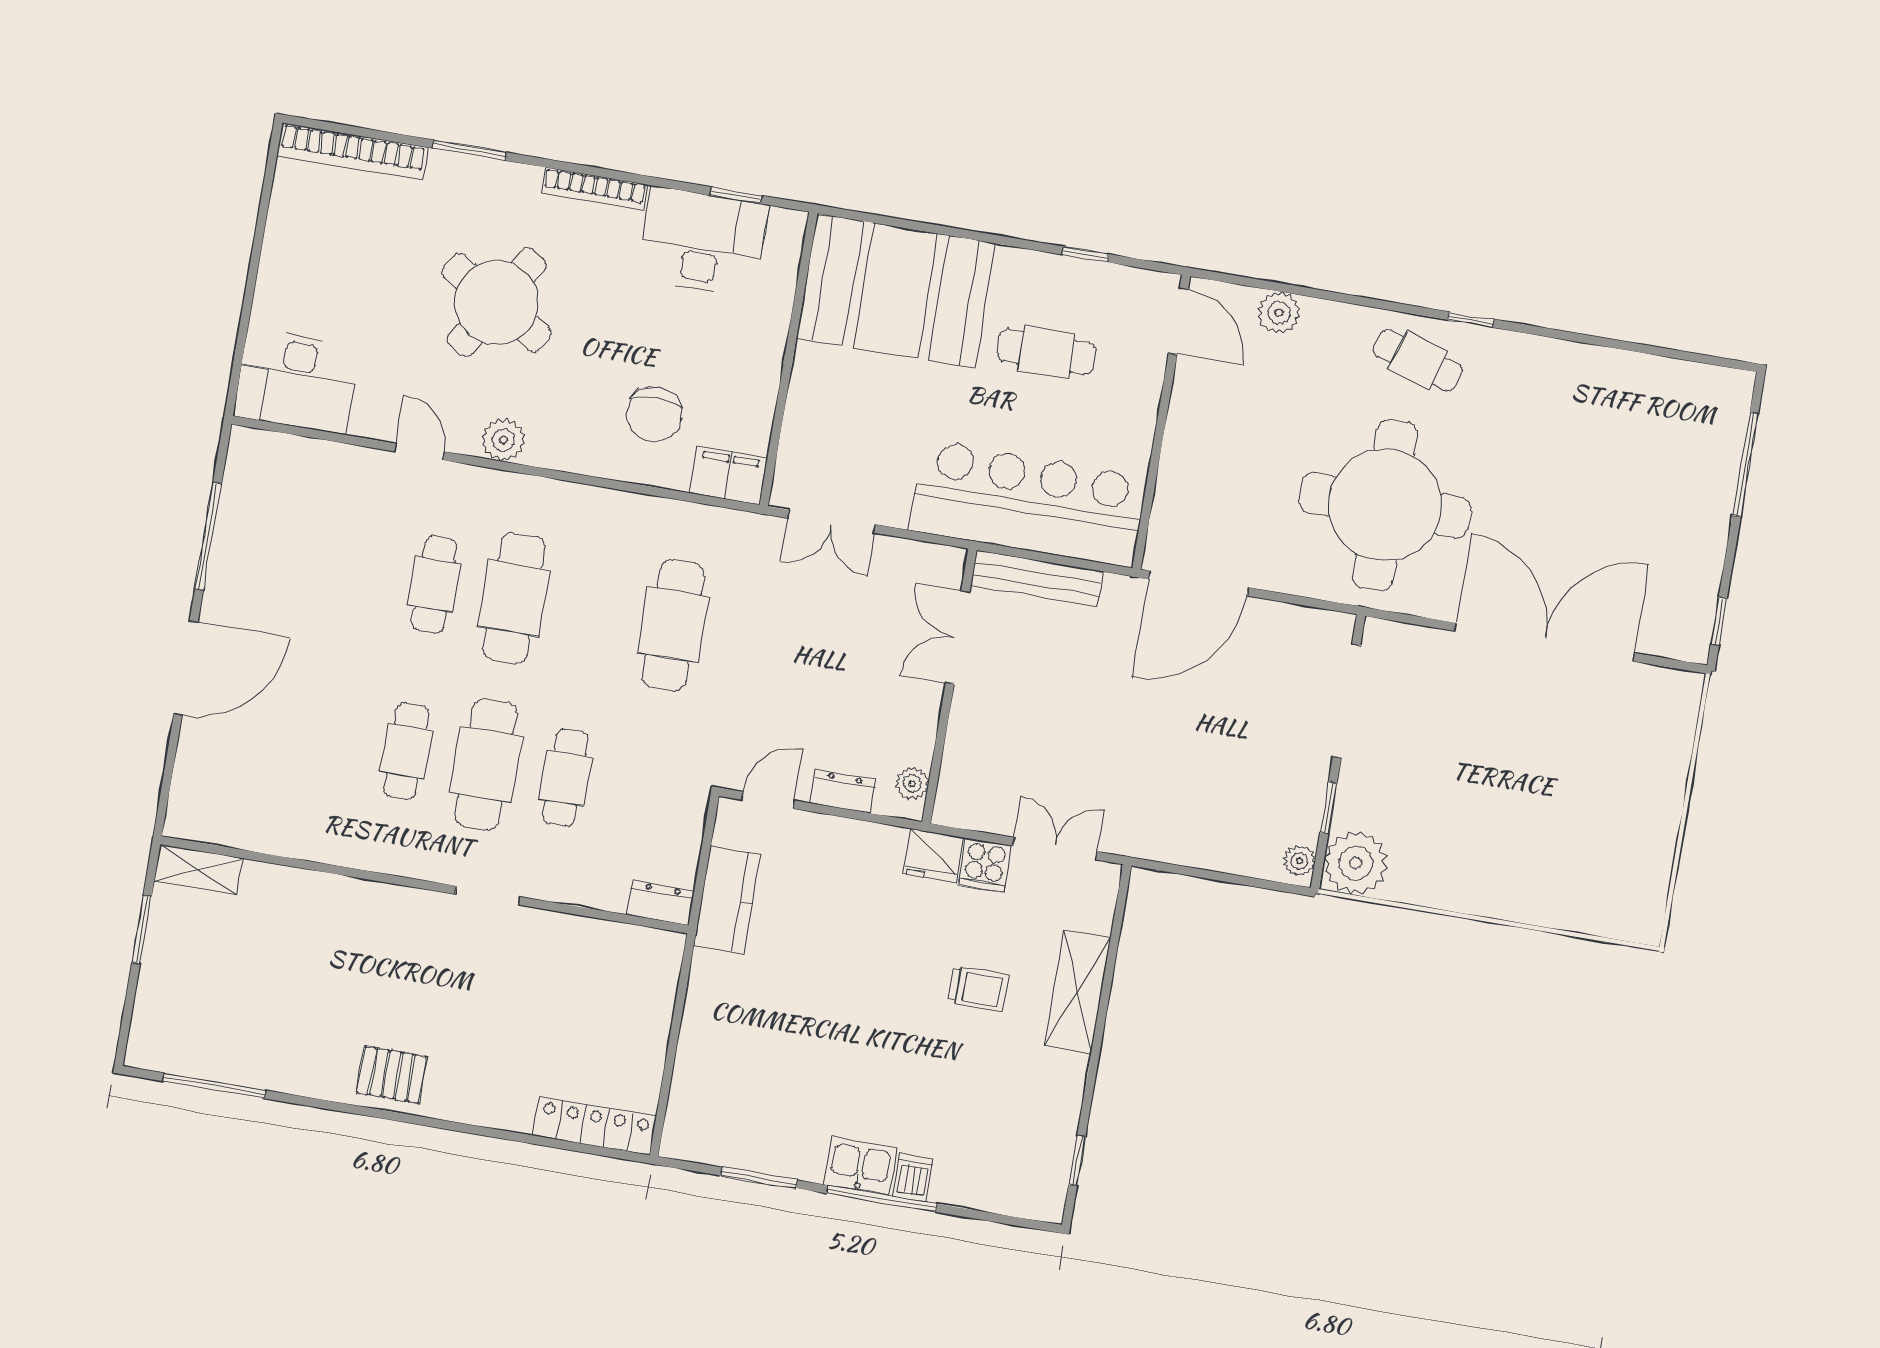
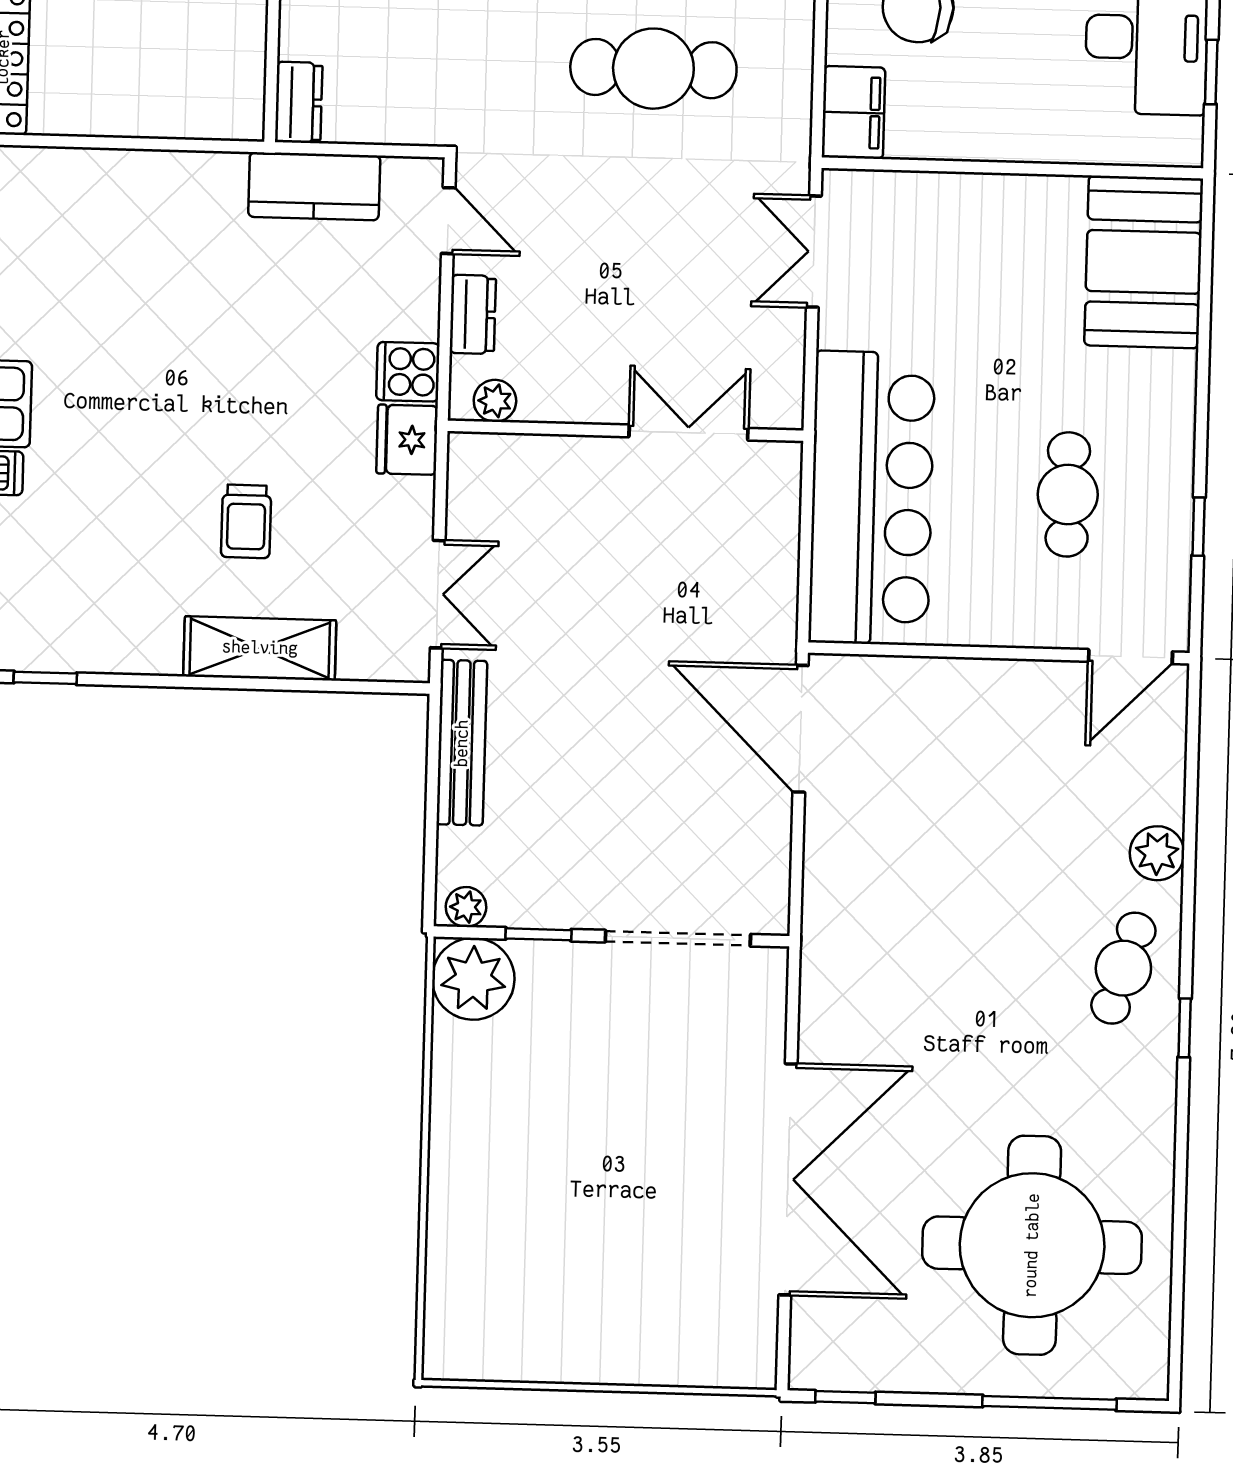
booth: (896, 291) -> (1144, 262), width x0.73, depth x0.70
plant: (1279, 313) -> (1157, 853), moved
round table: (1385, 505) -> (1032, 1245), moved
bench: (1037, 578) -> (462, 743), moved
cooker: (985, 865) -> (408, 372), moved

